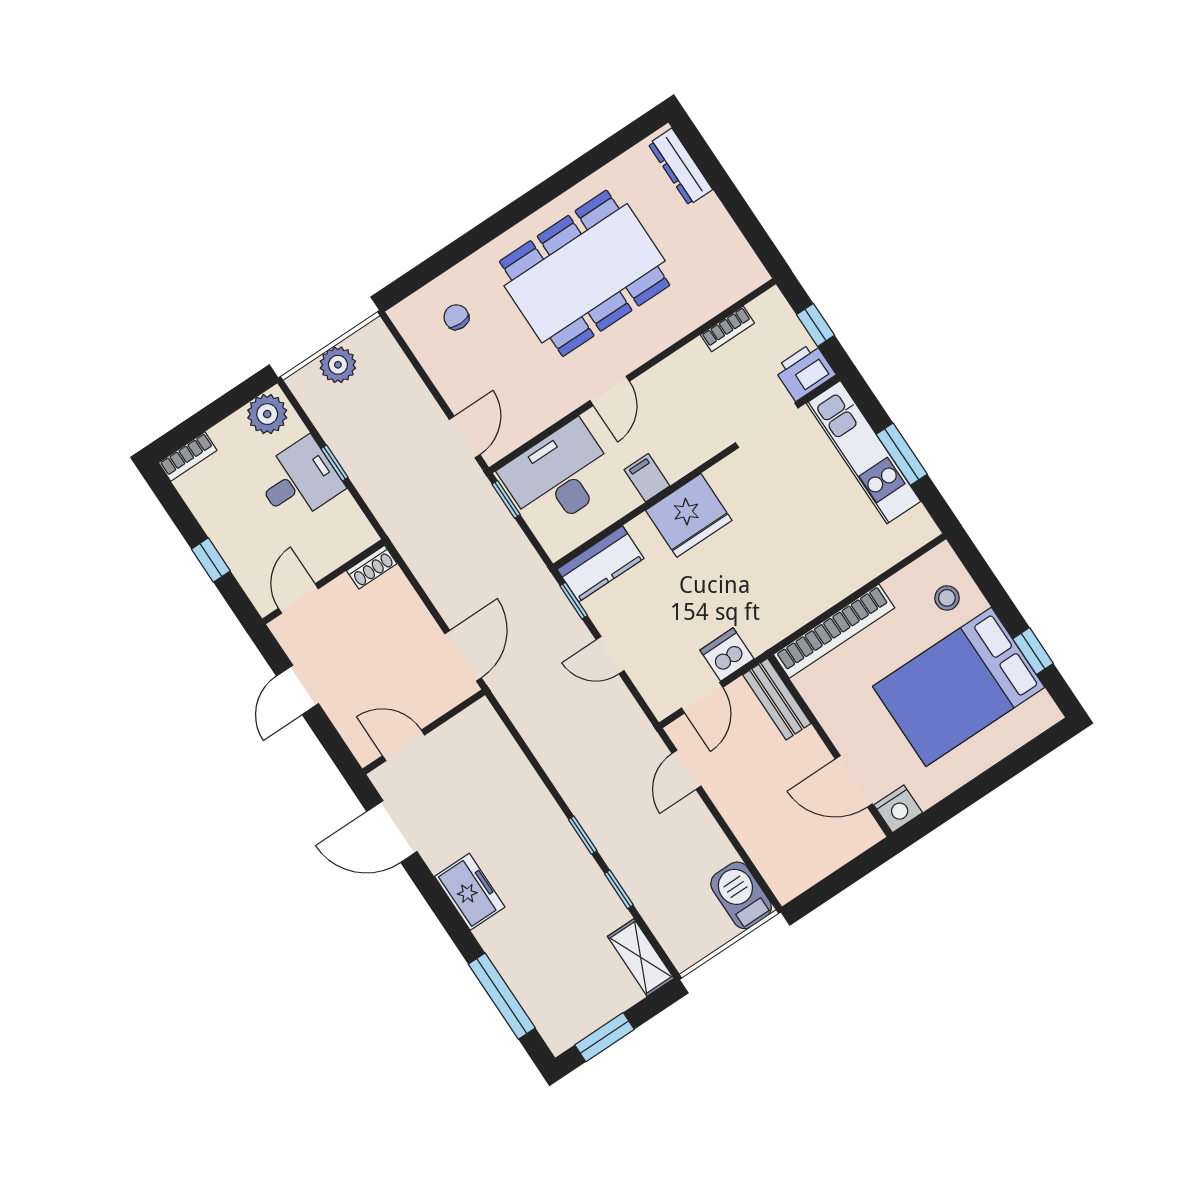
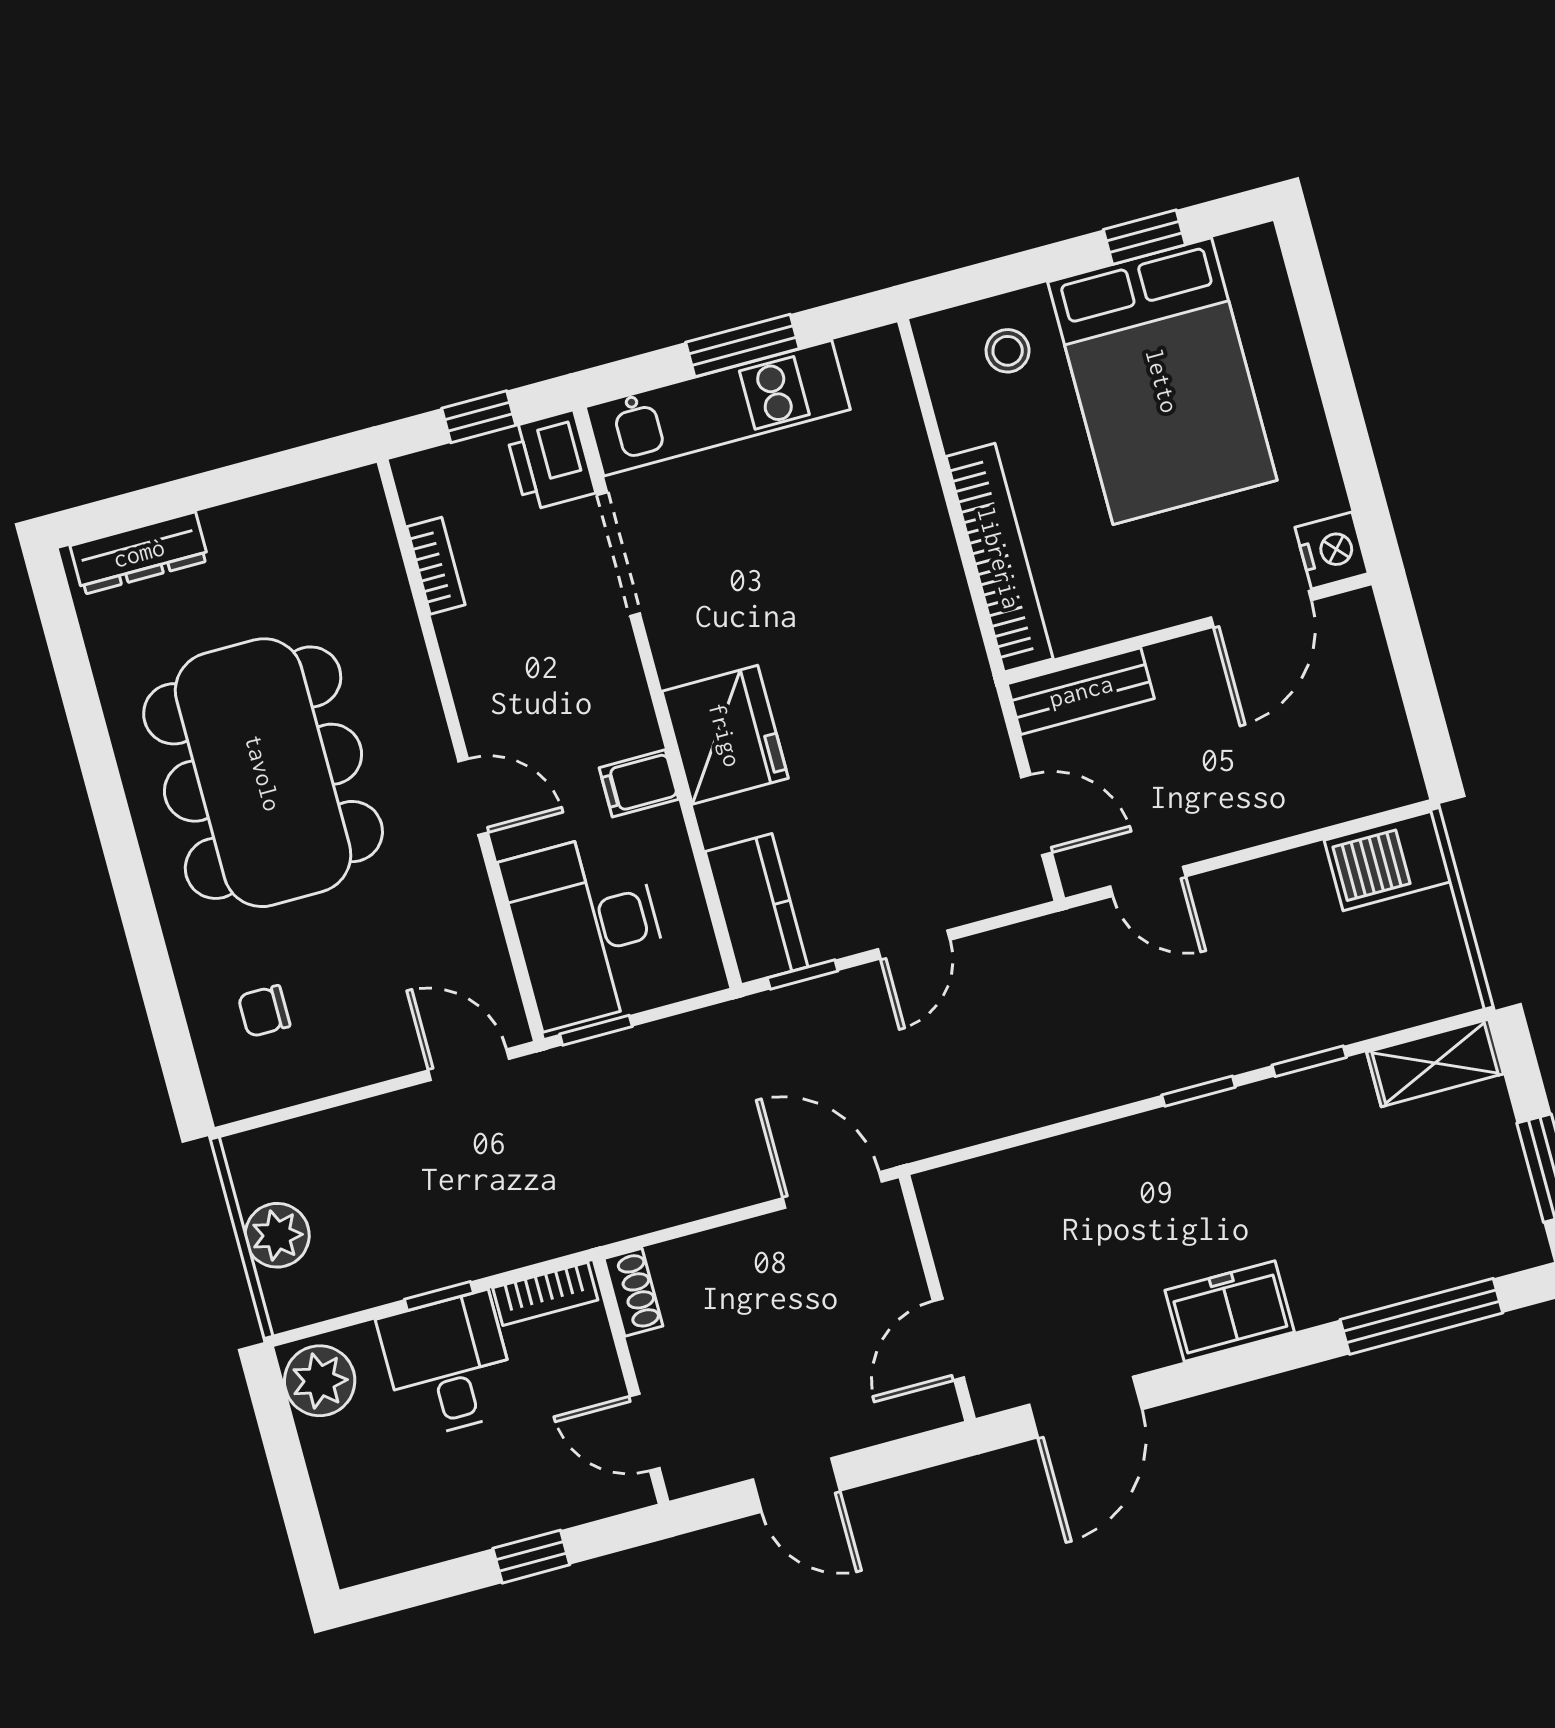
bookcase: (188, 457) -> (545, 1294), moved, turned 90
dishwasher: (727, 654) -> (978, 749), removed

